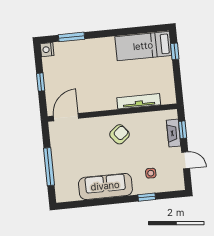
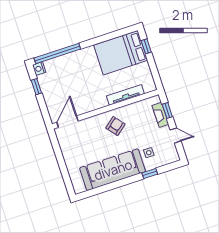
window: (72, 37) -> (57, 53), width x2.11
bed: (143, 46) -> (121, 53), width x1.50
window: (41, 82) -> (36, 87), moved
window: (49, 167) -> (63, 166), removed
sofa: (105, 186) -> (113, 170), width x1.36, depth x1.27

